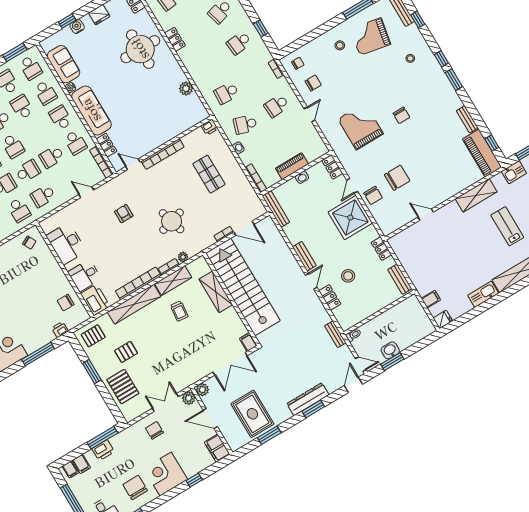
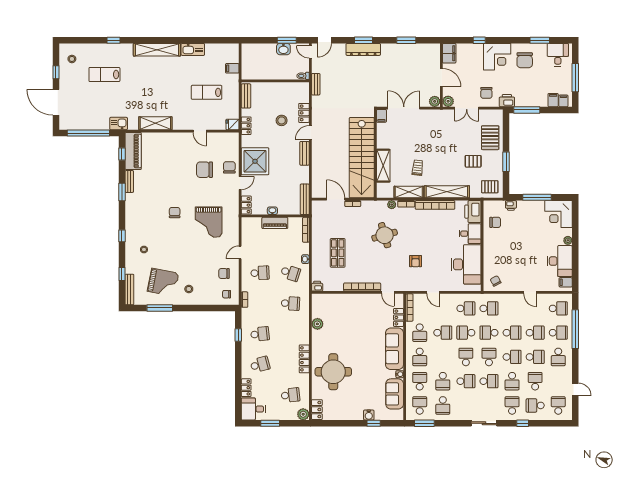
fridge: (99, 15) -> (348, 414), removed
locker: (175, 39) -> (304, 359), width x1.53
window: (454, 80) -> (122, 192), moved
school desk: (75, 143) -> (420, 333), turned 180
school desk: (19, 210) -> (489, 308), turned 90
lab bench: (507, 226) -> (207, 92), moved, turned 90
desk: (66, 243) -> (466, 264), width x1.36, depth x1.30
fridge: (443, 319) -> (232, 124), moved
rug: (252, 414) -> (409, 63), removed
printer: (103, 450) -> (507, 101), moved

